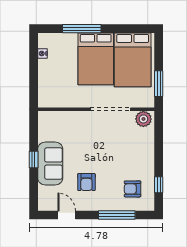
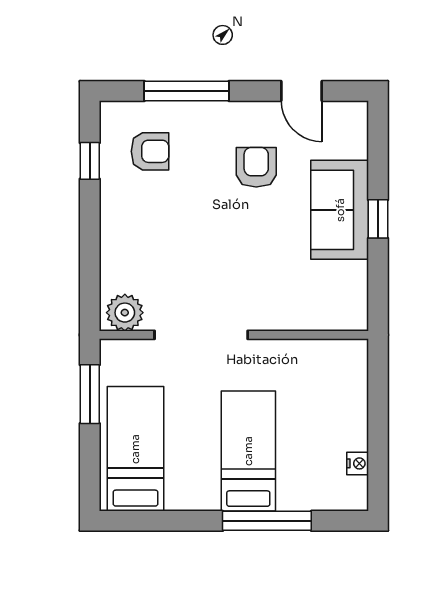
bed: (96, 59) -> (248, 451), width x0.67
bed: (133, 60) -> (135, 449), width x0.67

